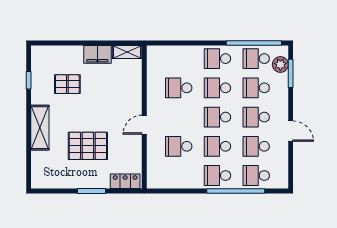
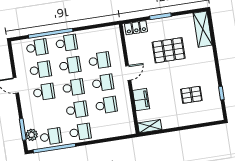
filing cabinet: (97, 54) -> (141, 100), moved, turned 90
school desk: (256, 88) -> (103, 83), moved
shelving: (40, 128) -> (203, 29), moved

